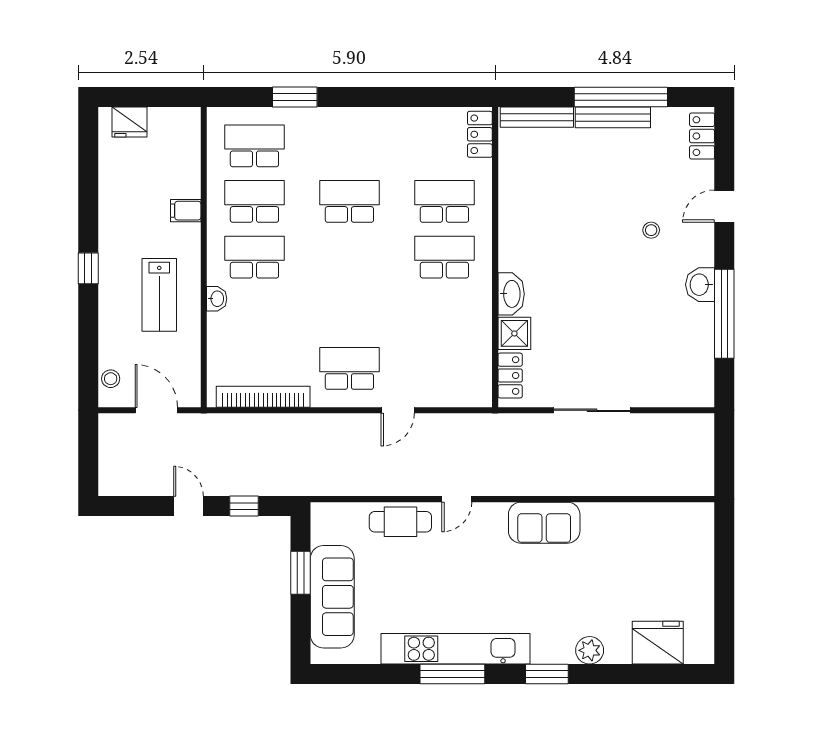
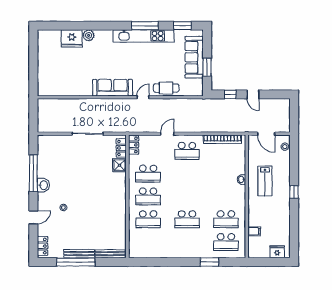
locker: (480, 134) -> (134, 145), moved
filing cabinet: (186, 211) -> (254, 231), moved
school desk: (254, 257) -> (148, 174), moved
washbasin: (511, 294) -> (121, 181), removed
lab bench: (159, 295) -> (265, 181), turned 180
sofa: (544, 523) -> (112, 88), width x1.36
fridge: (658, 643) -> (72, 38), moved
window: (547, 674) -> (182, 26), moved

